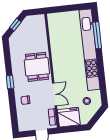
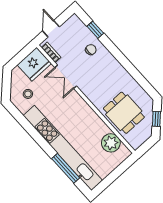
plant: (56, 31) -> (111, 143), added
dining table: (37, 67) -> (124, 113), moved
window: (10, 82) -> (95, 30), moved

